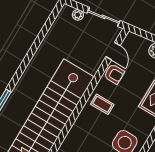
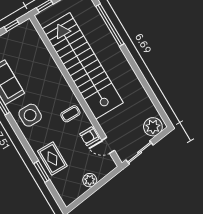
plant: (78, 15) -> (153, 127), width x1.87, depth x1.87

